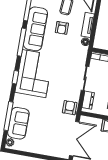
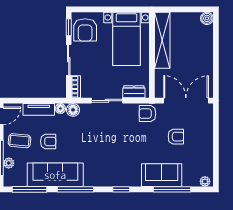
floor lamp: (83, 51) -> (73, 110), added
corner sofa: (34, 74) -> (112, 166), removed
sofa: (18, 123) -> (162, 175), moved
armchair: (48, 126) -> (176, 137), added

